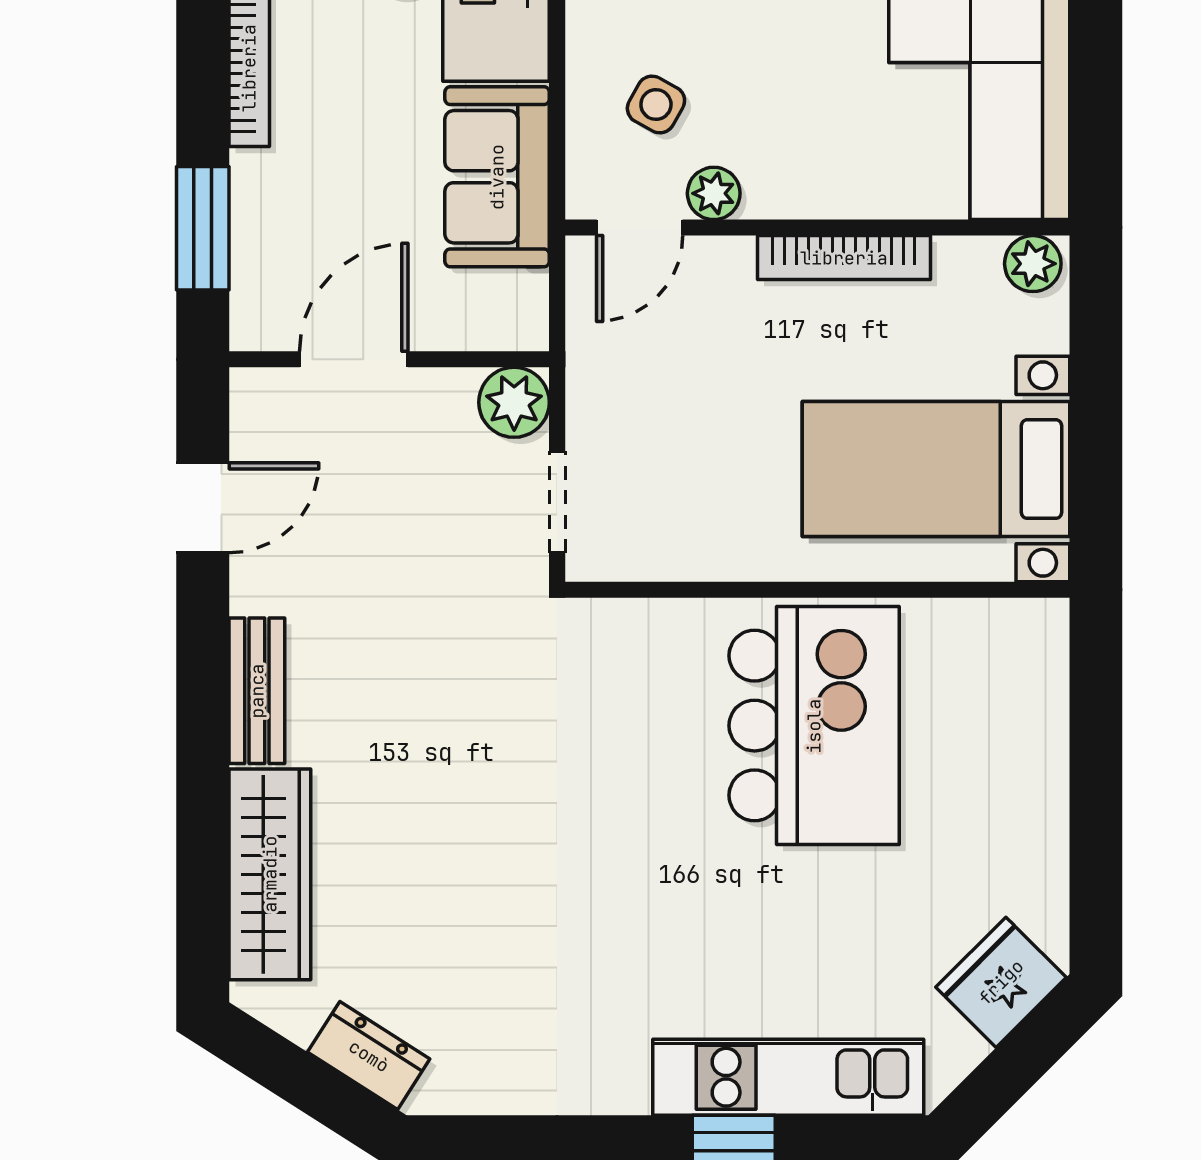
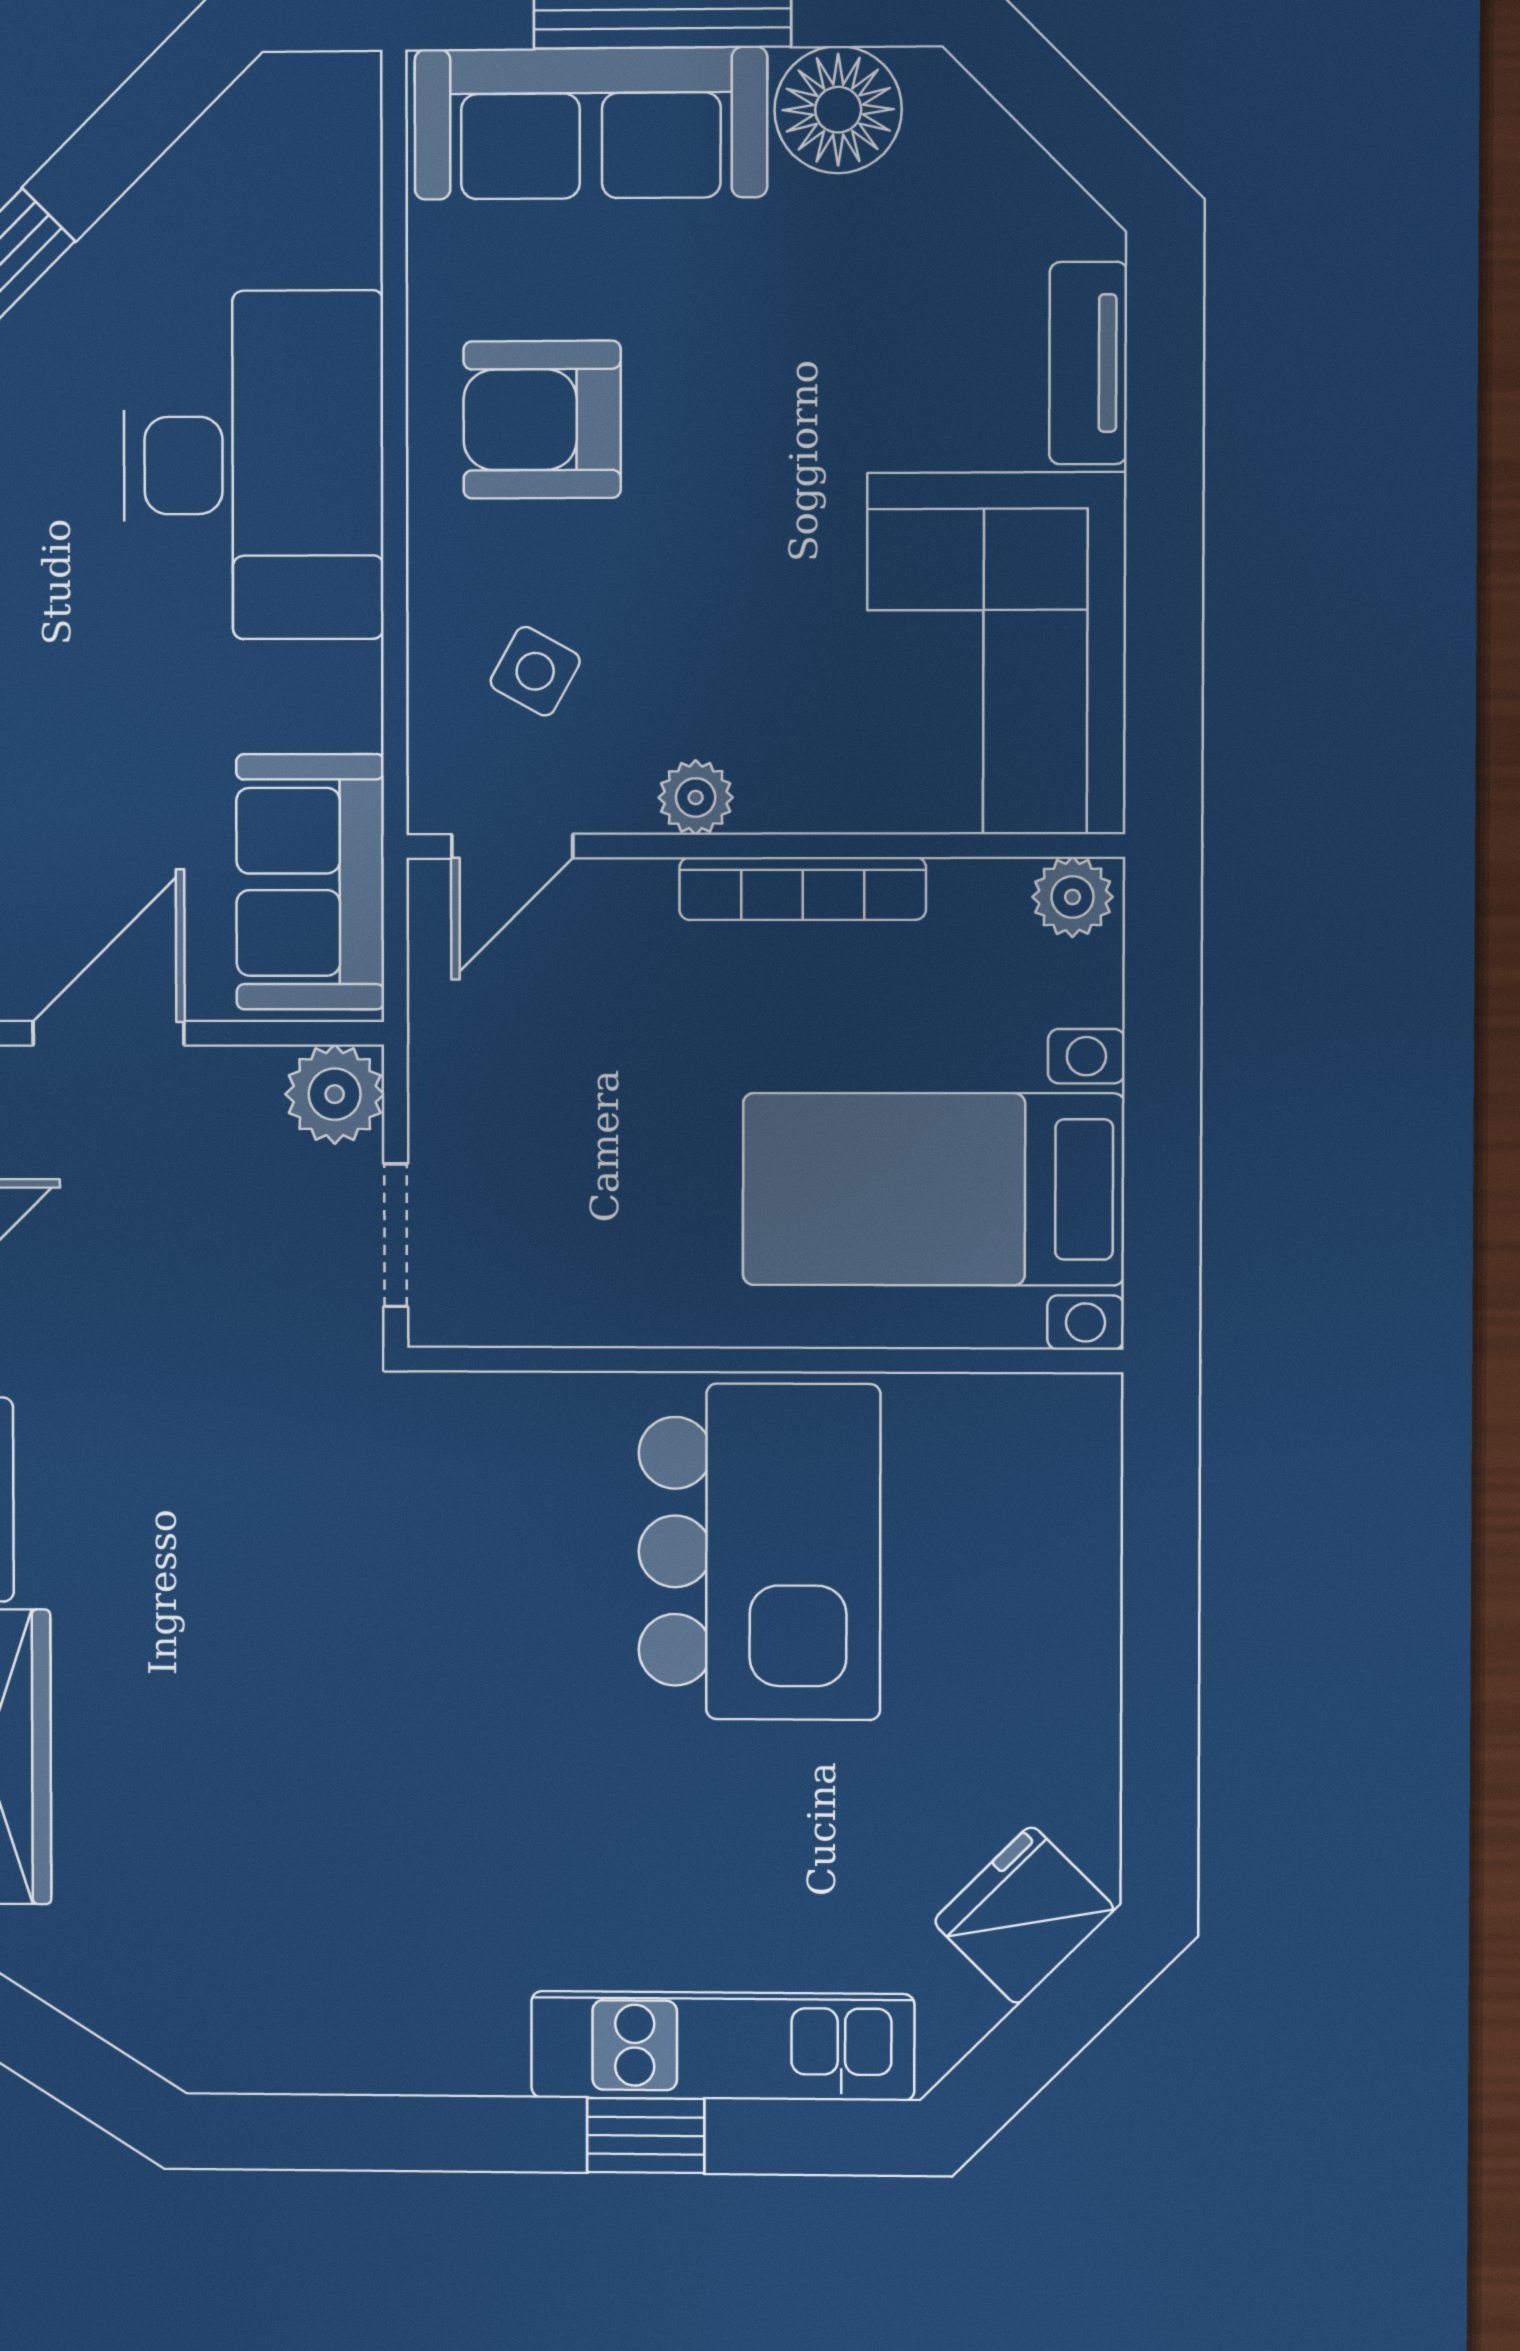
sofa: (497, 177) -> (310, 882), moved
plant: (714, 193) -> (696, 797), moved
dresser: (369, 1056) -> (133, 2010), removed

